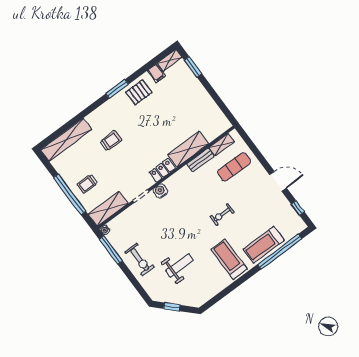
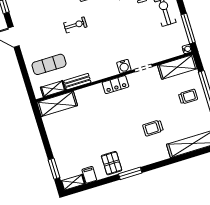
pallet: (139, 92) -> (112, 163), turned 90
shelving: (188, 149) -> (57, 104), moved

